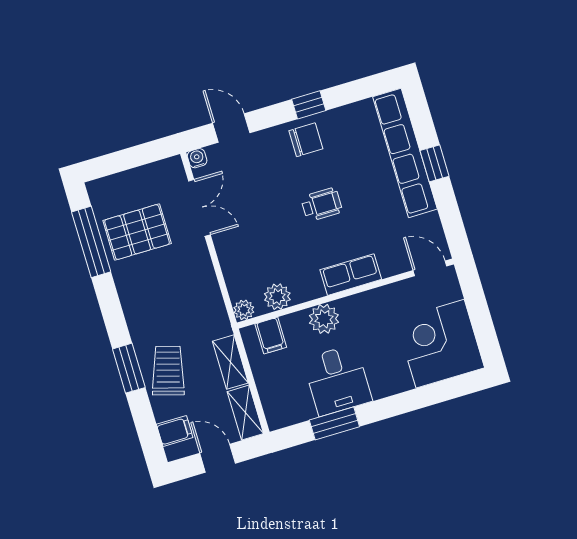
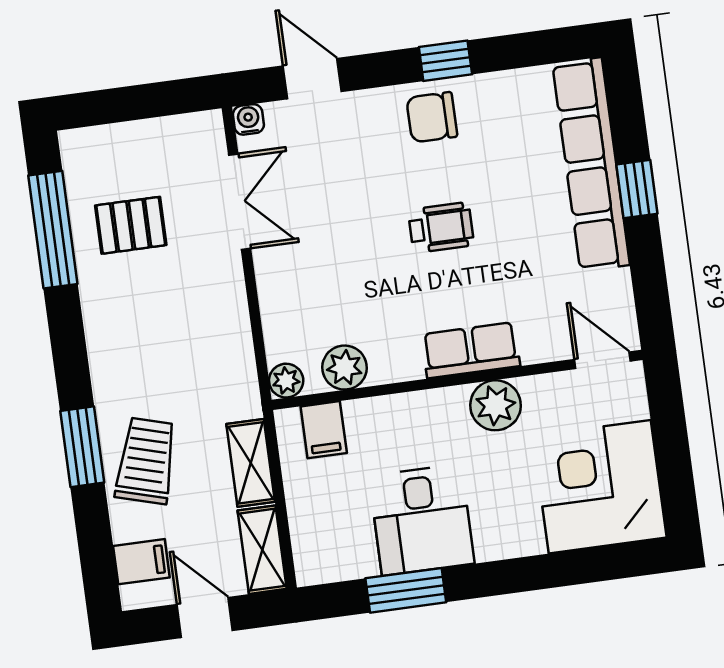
chair: (306, 140) -> (432, 117), turned 180
pallet: (137, 232) -> (131, 225), width x0.67, depth x0.71
plant: (324, 319) -> (496, 405), moved

